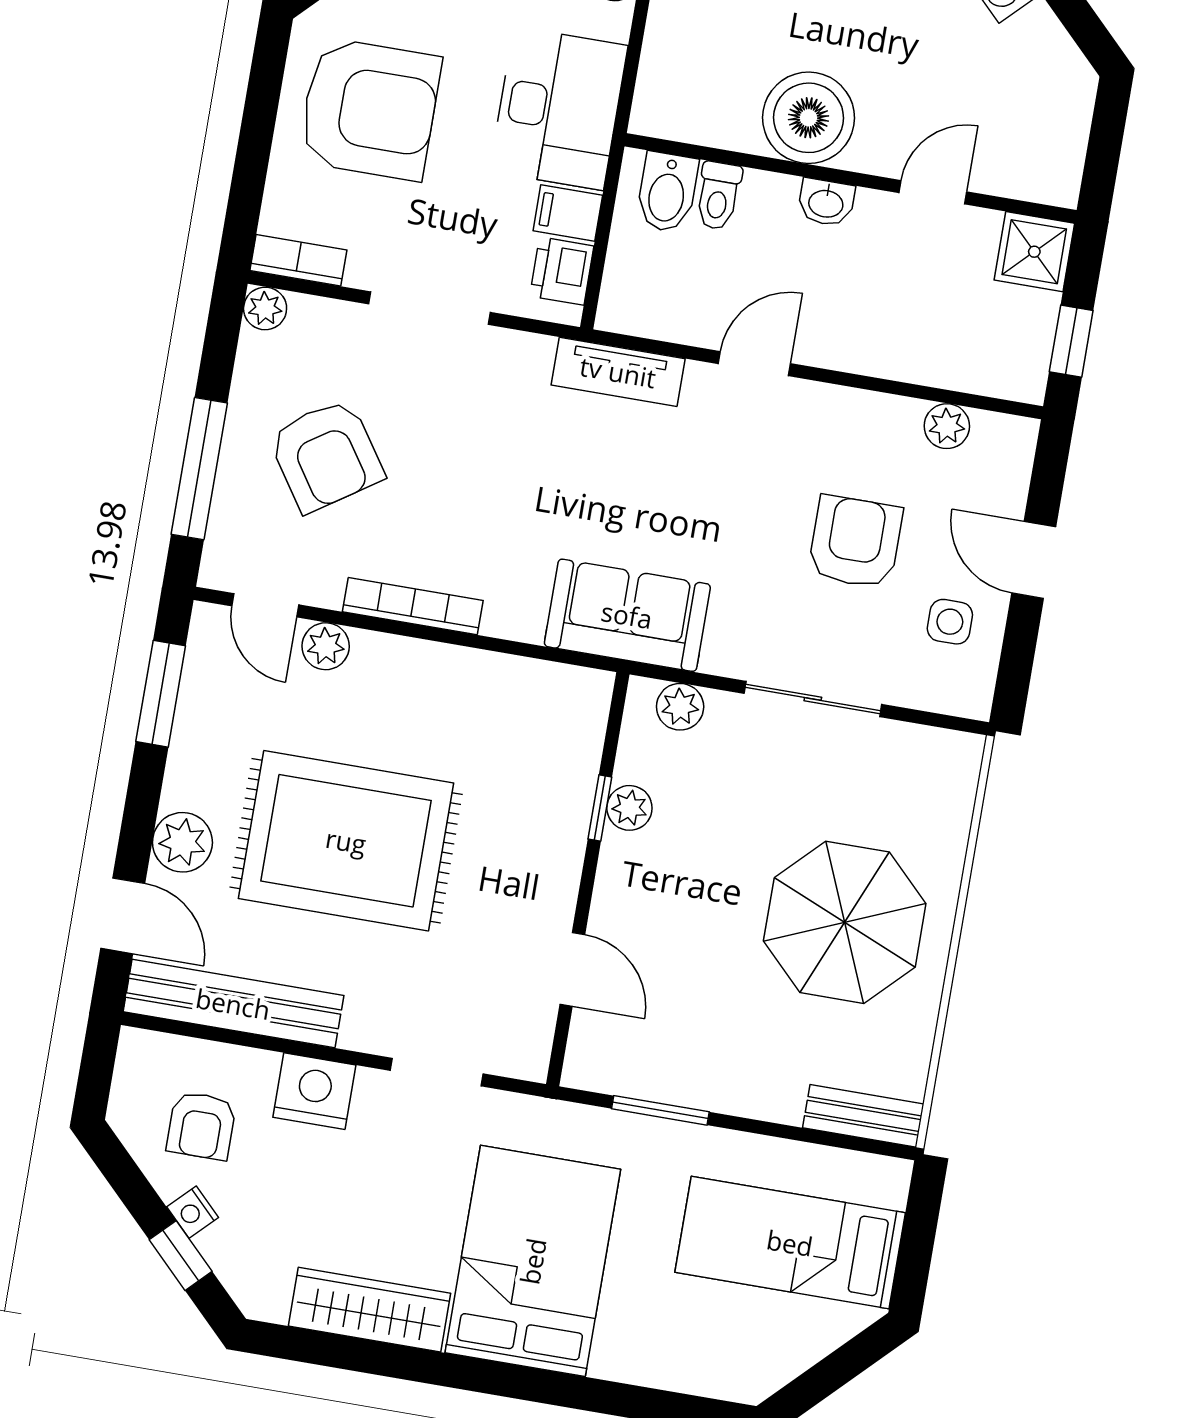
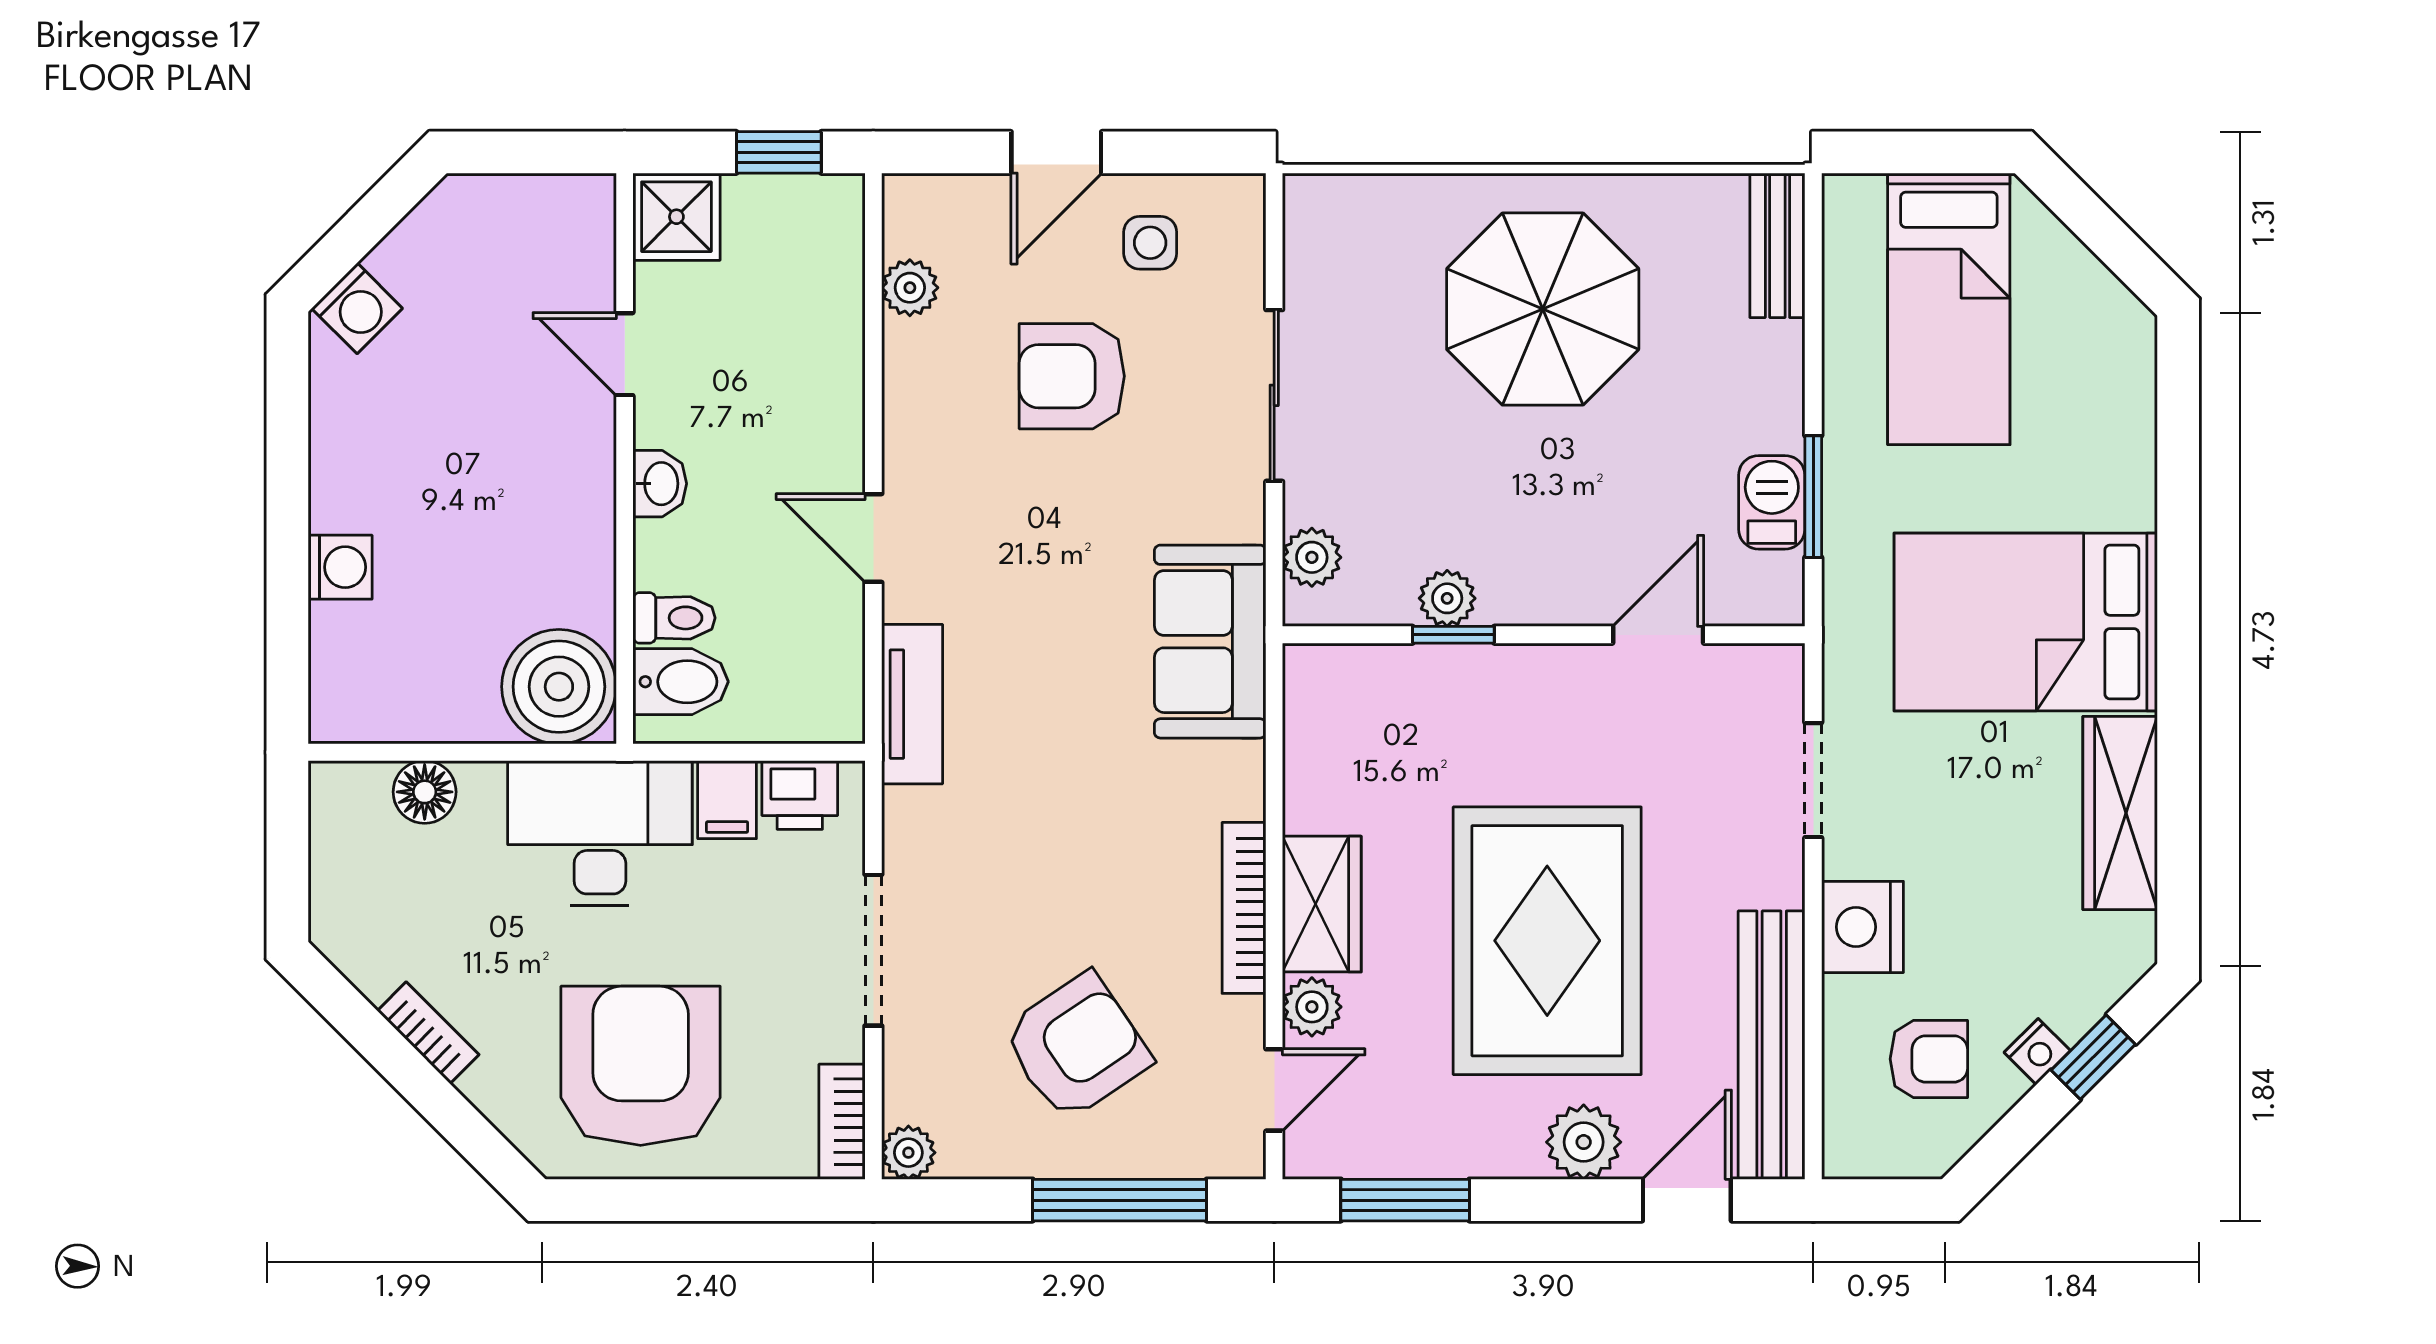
boiler: (809, 118) -> (559, 687), moved
wardrobe: (405, 668) -> (1322, 904), added
barbecue: (661, 1077) -> (1772, 502), added

